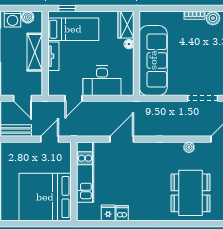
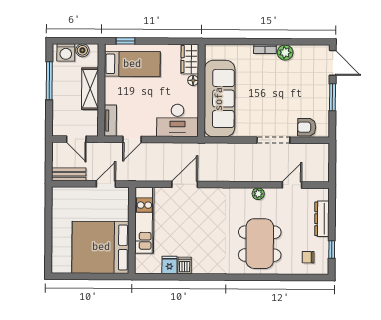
tv unit: (53, 56) -> (110, 121), moved
desk: (102, 81) -> (177, 120), moved

